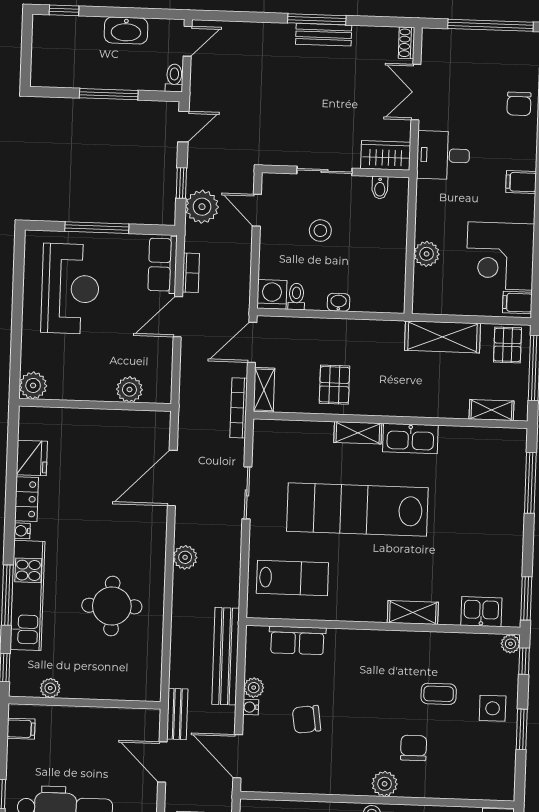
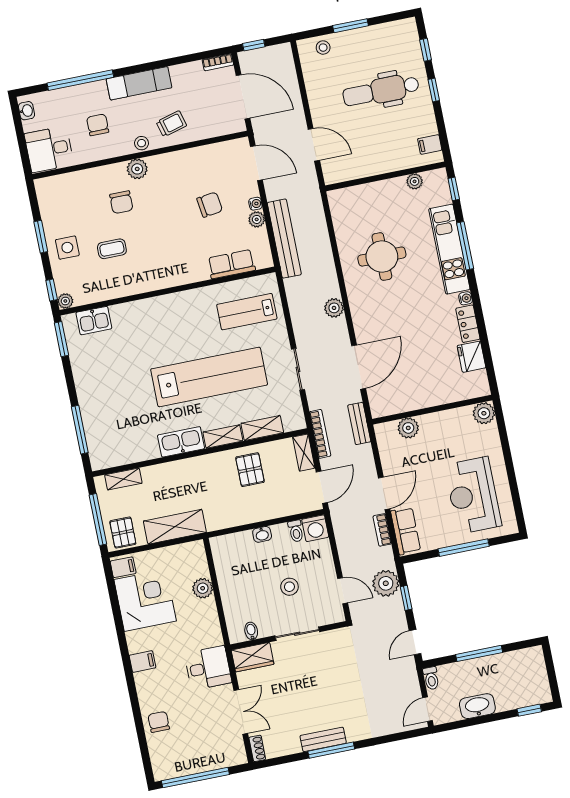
shelving: (413, 613) -> (262, 428), moved
bench: (177, 714) -> (359, 423), moved

